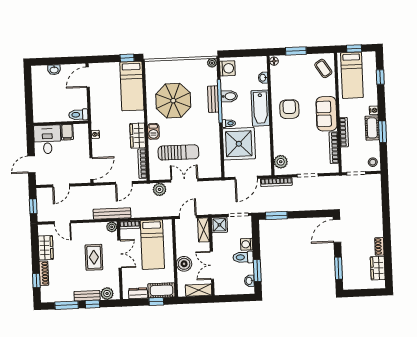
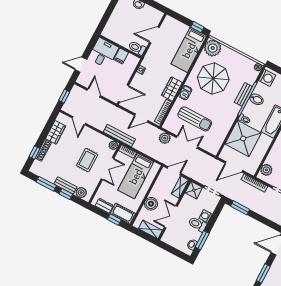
plant: (155, 70) -> (213, 48), added
door: (88, 77) -> (154, 35), moved
door: (61, 186) -> (94, 93), swing flipped

